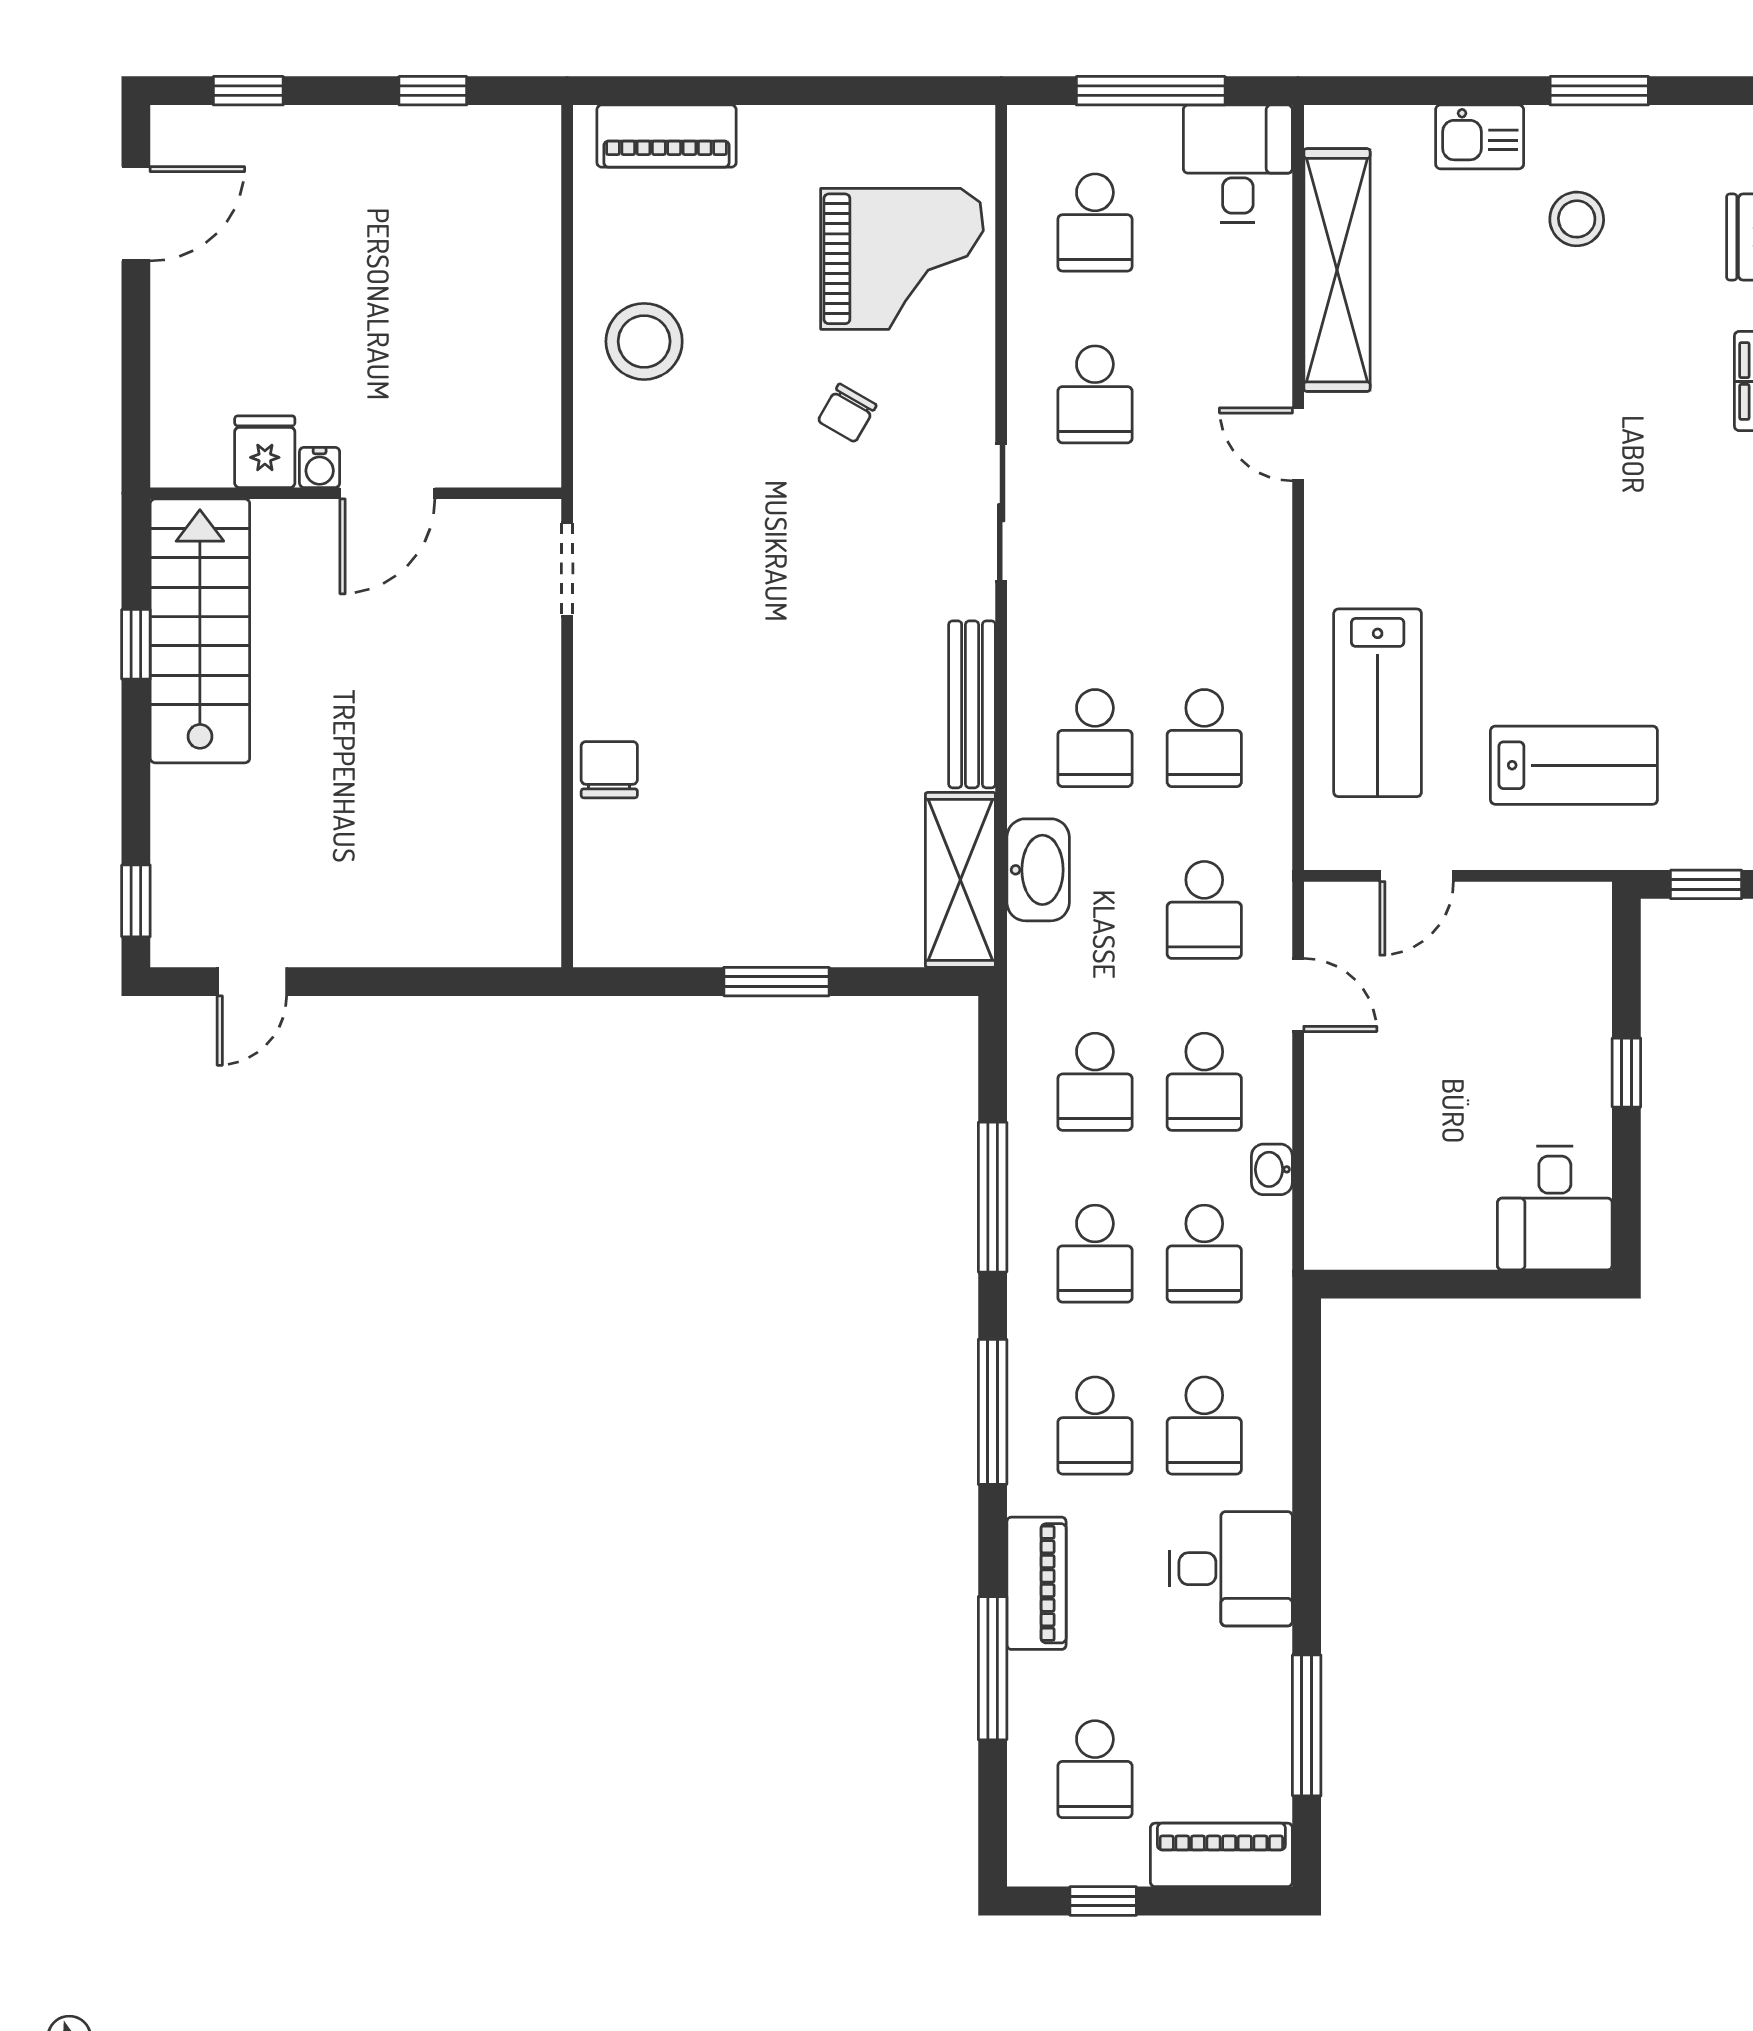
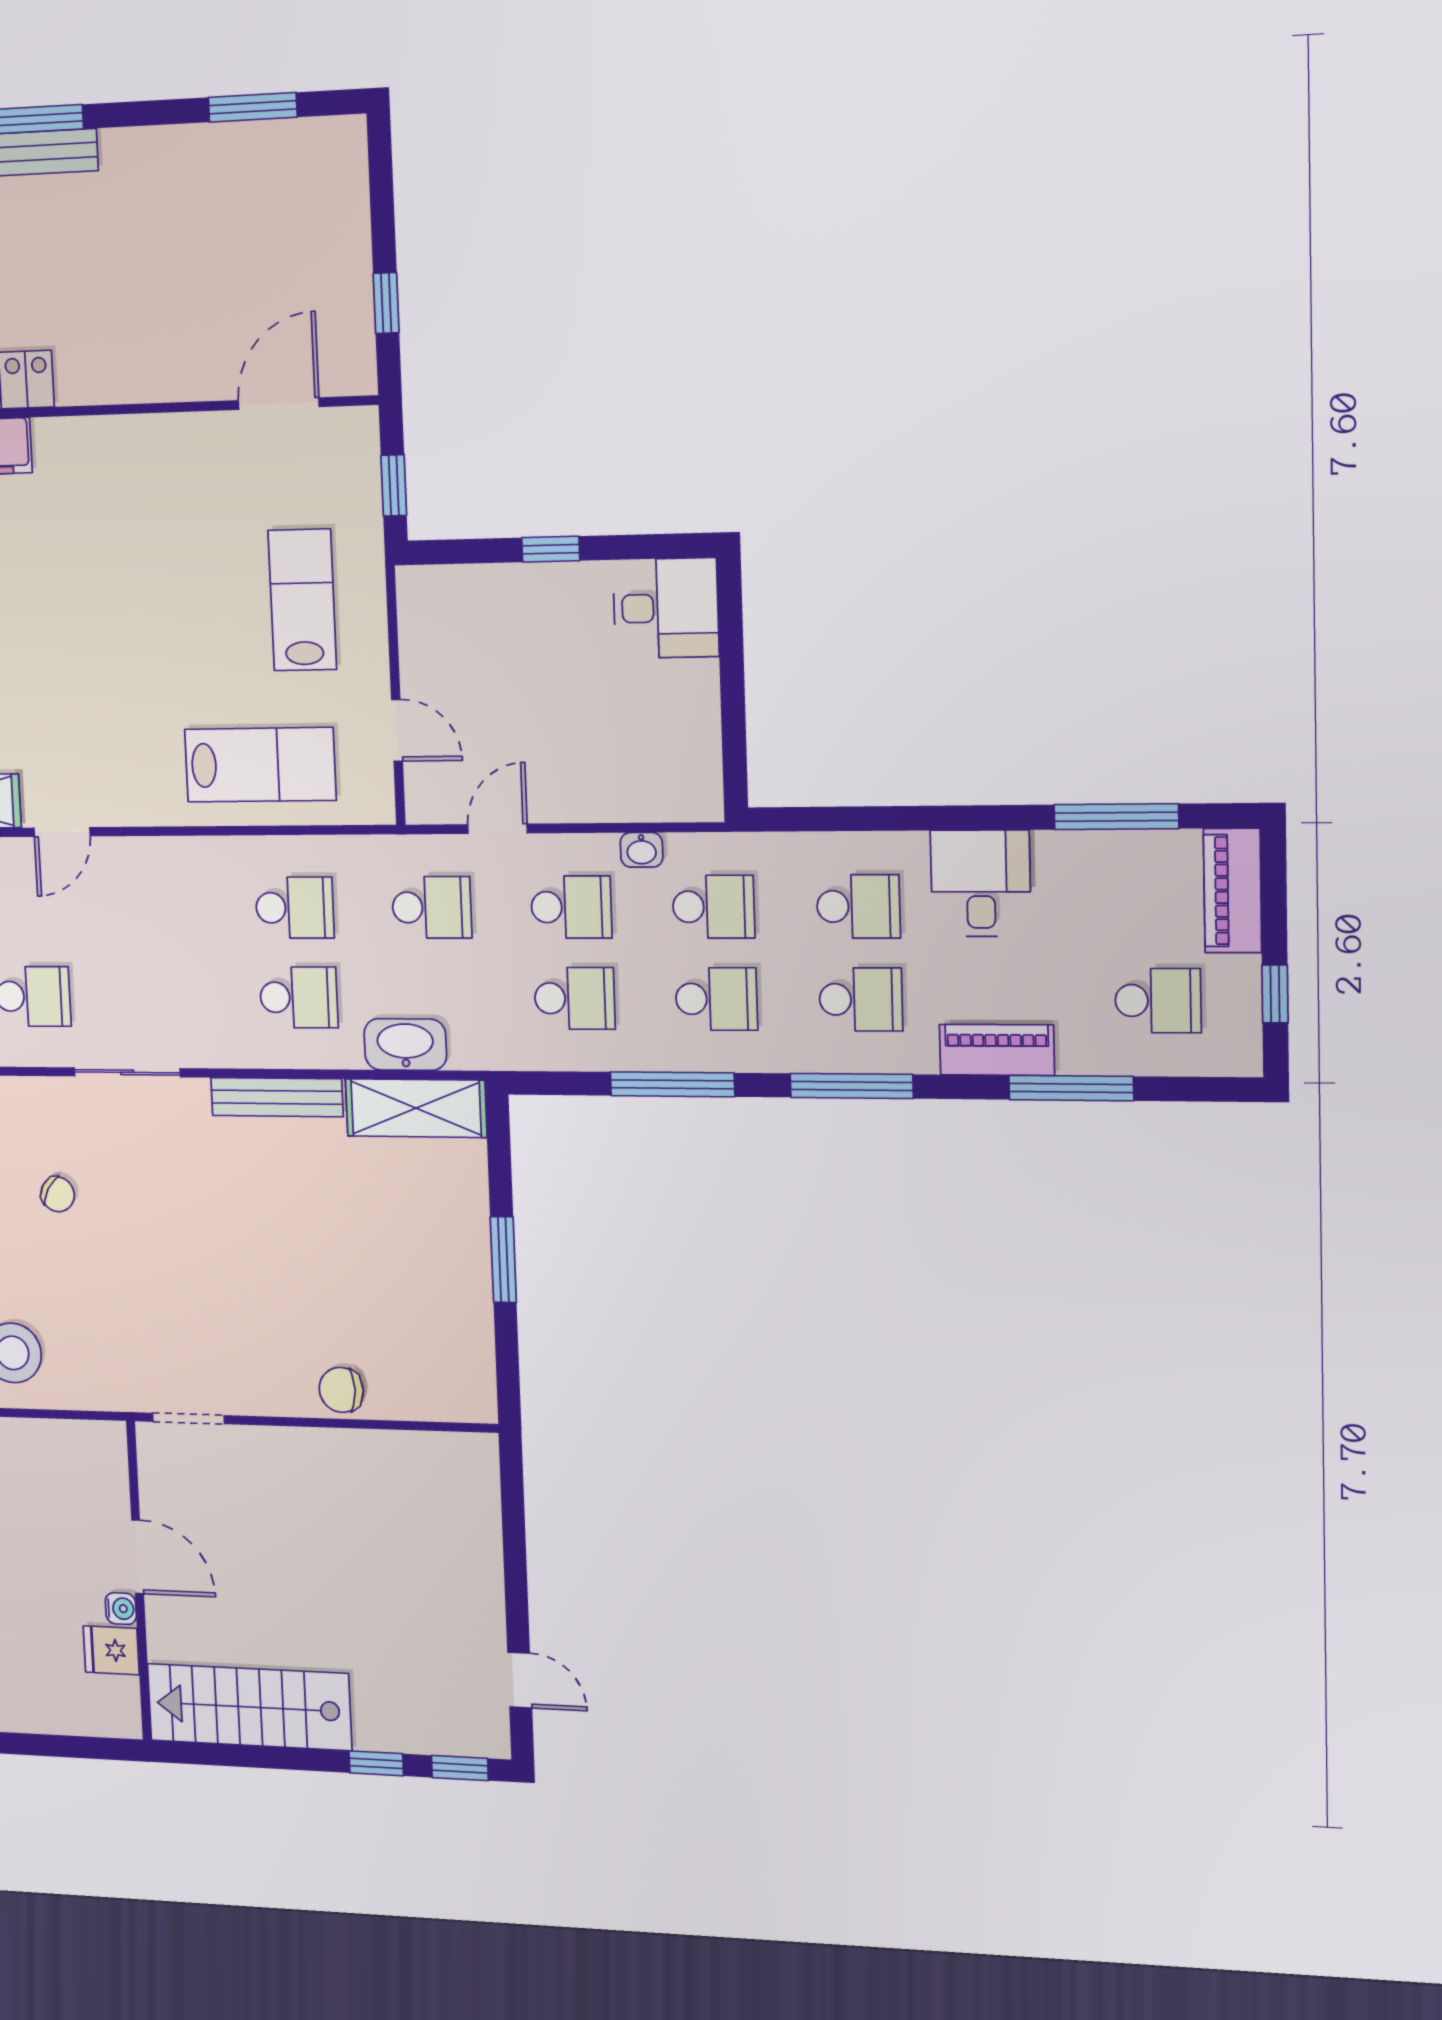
window: (136, 644) -> (376, 1763), moved

